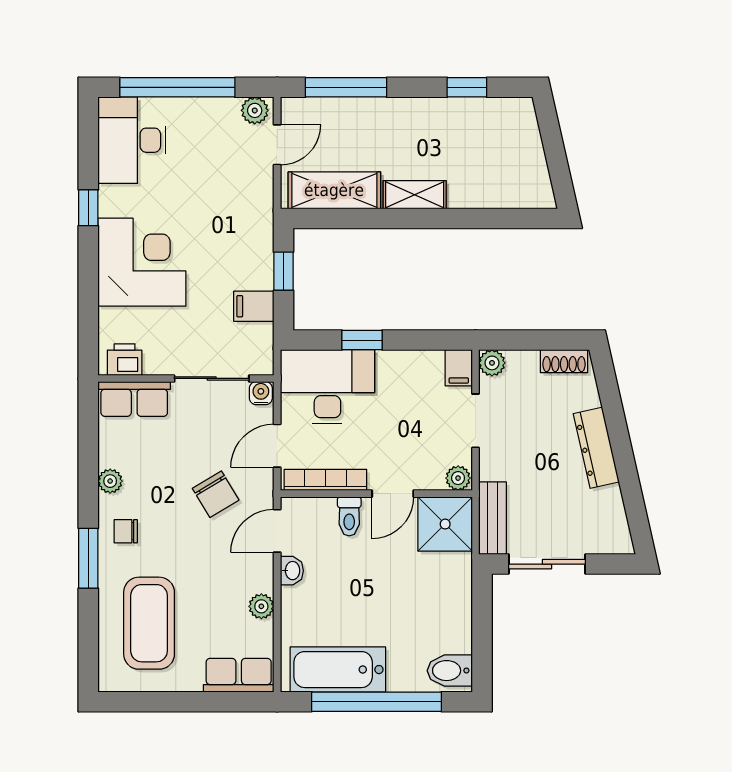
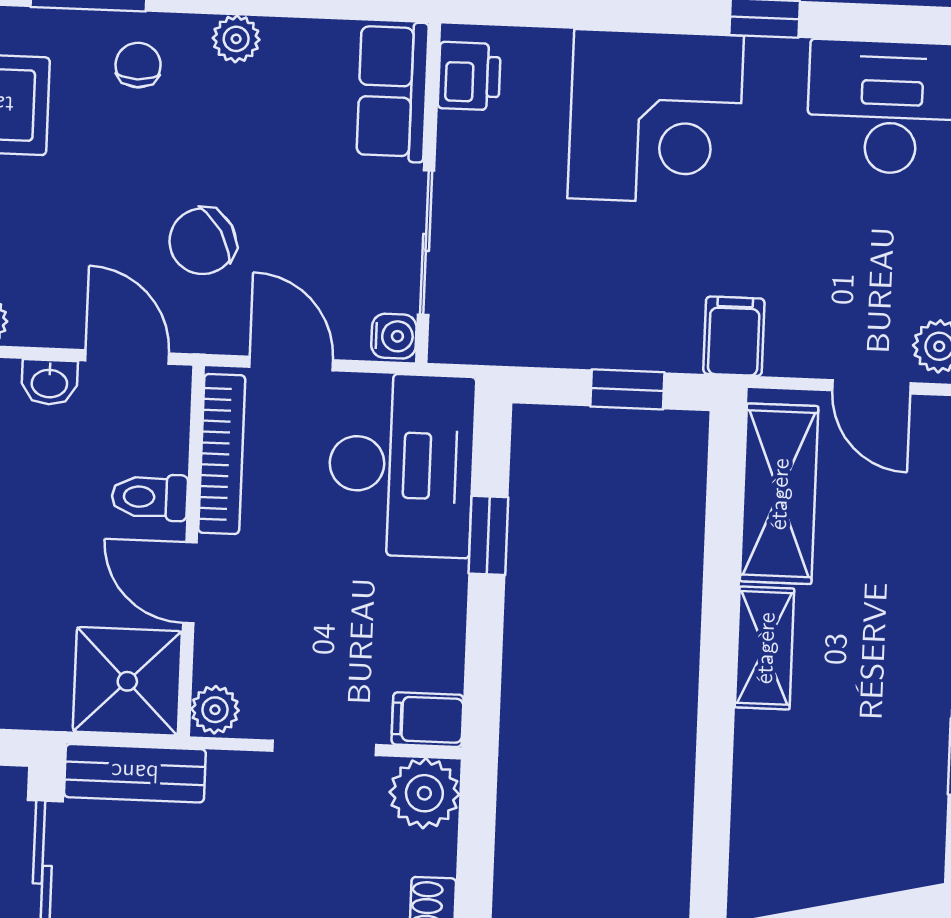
filing cabinet: (254, 306) -> (734, 336), moved
plant: (492, 363) -> (424, 793), width x1.38, depth x1.38

